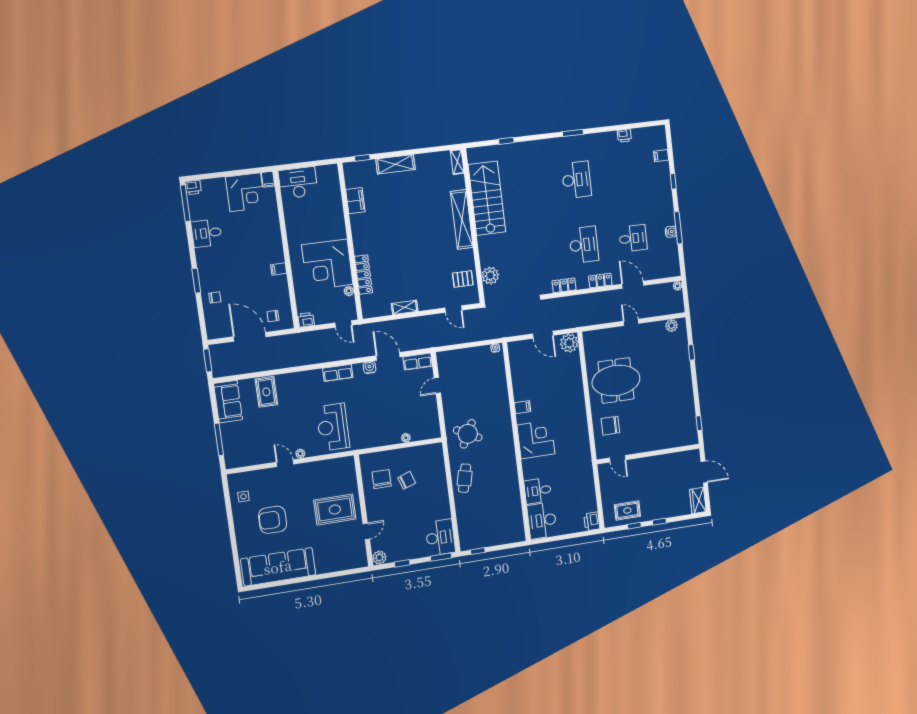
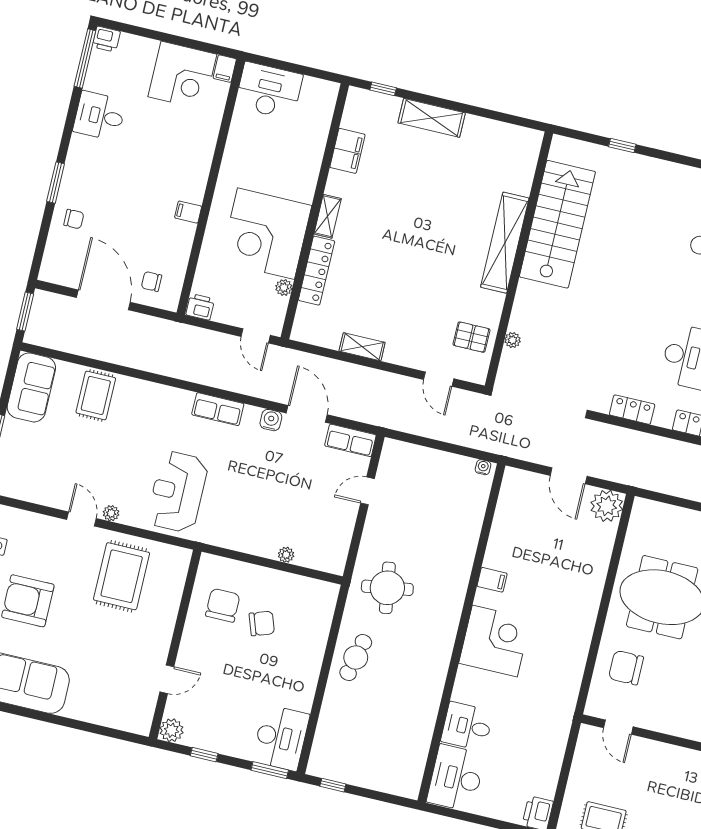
shelving: (457, 162) -> (328, 216), moved
plant: (490, 276) -> (513, 340), width x0.53, depth x0.53
round table: (468, 434) -> (387, 588), turned -36
rug: (335, 510) -> (122, 576), moved, turned 90

